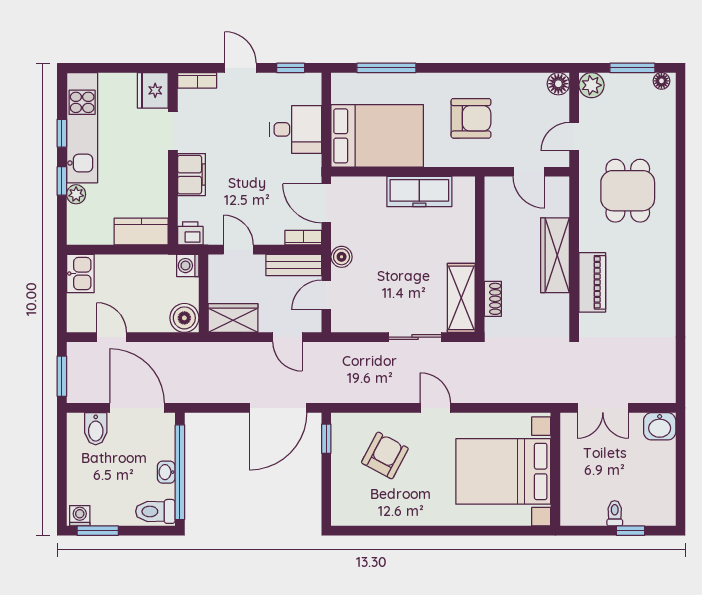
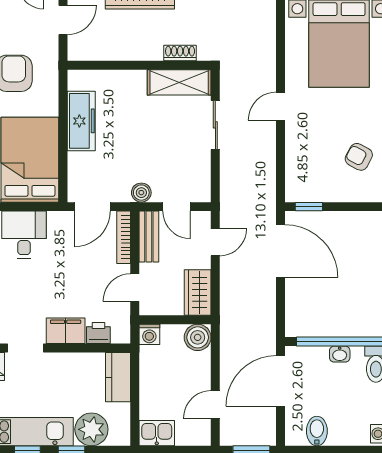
plant: (76, 194) -> (91, 429), width x1.88, depth x1.88
printer: (190, 233) -> (98, 333), moved, turned 90
bookcase: (303, 238) -> (124, 237), width x1.56
bidet: (96, 429) -> (317, 431), moved, turned -90
armchair: (385, 455) -> (359, 157), moved, width x0.72, depth x0.72

